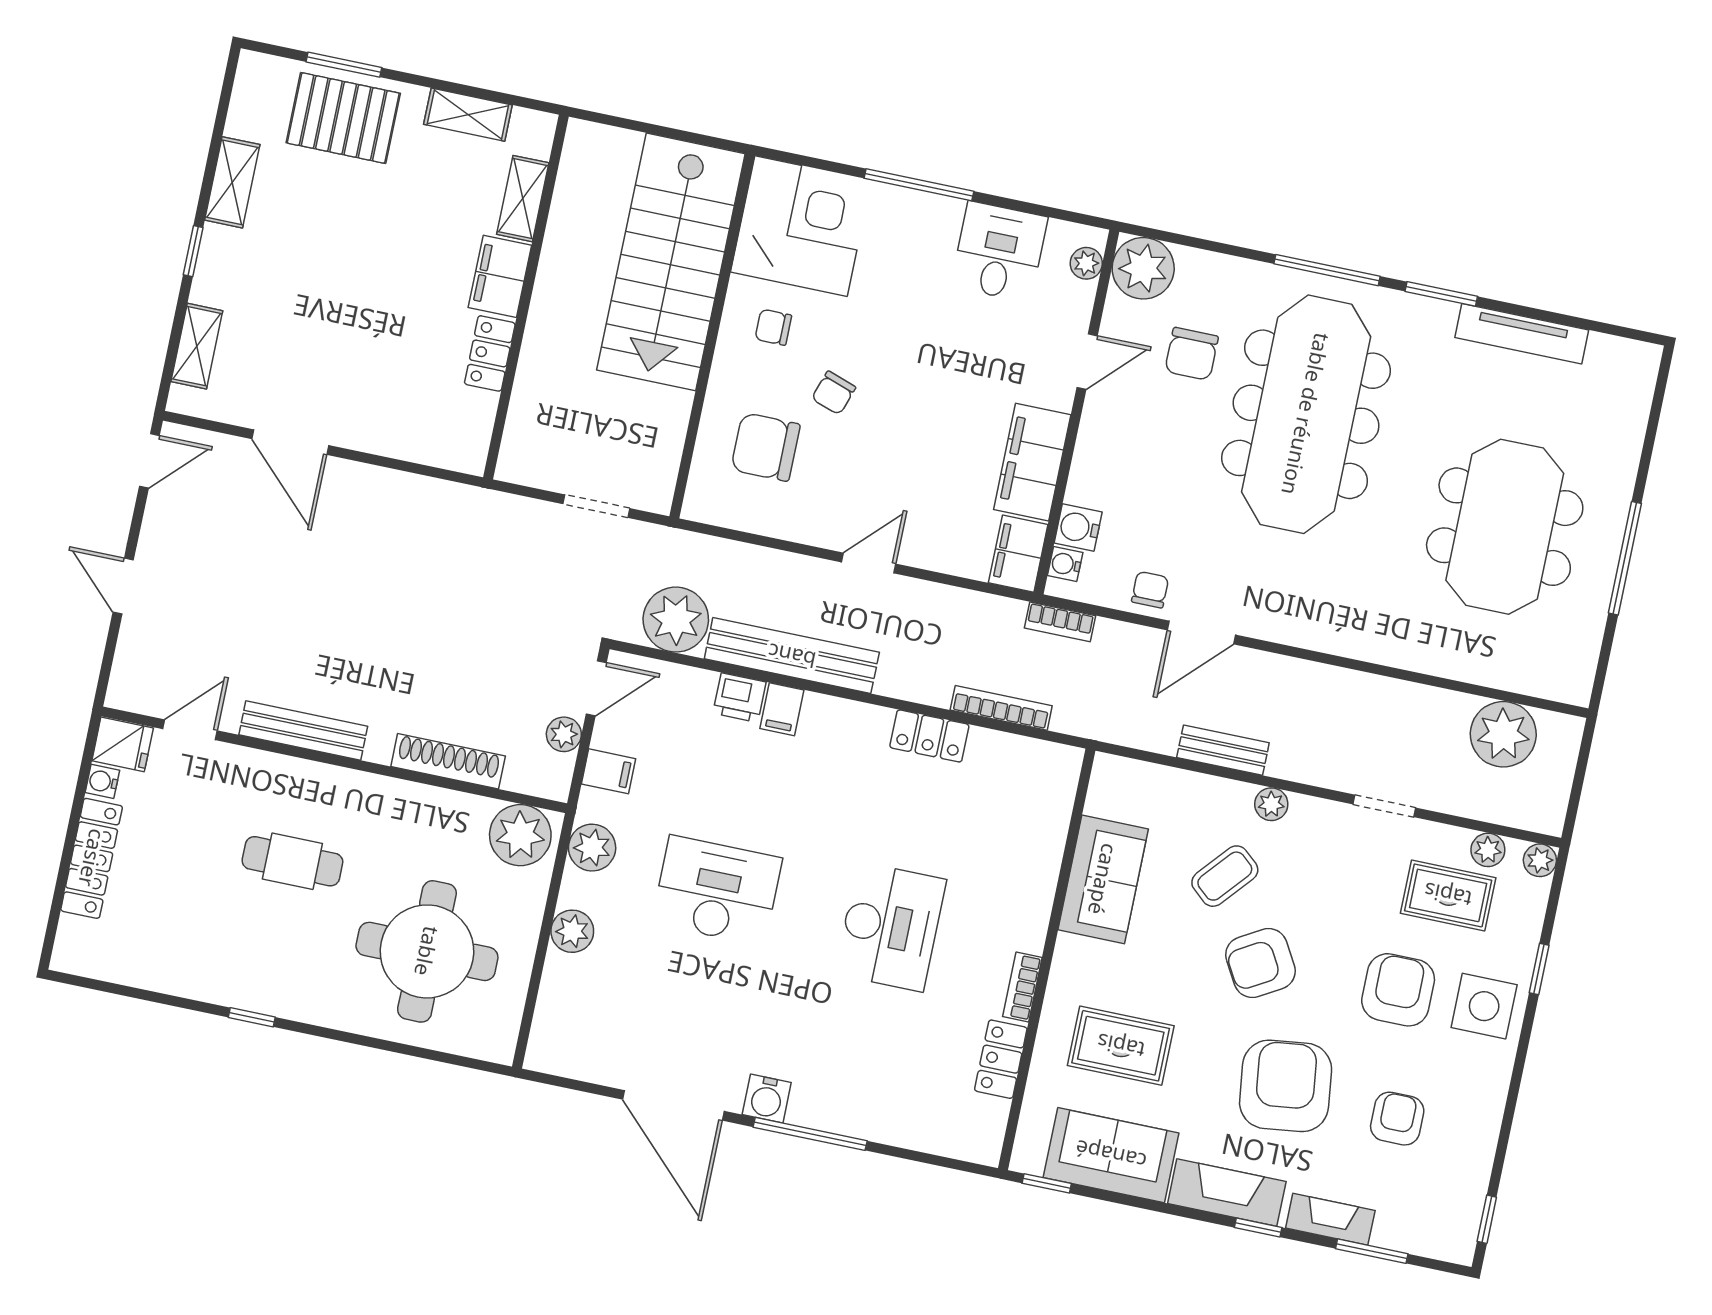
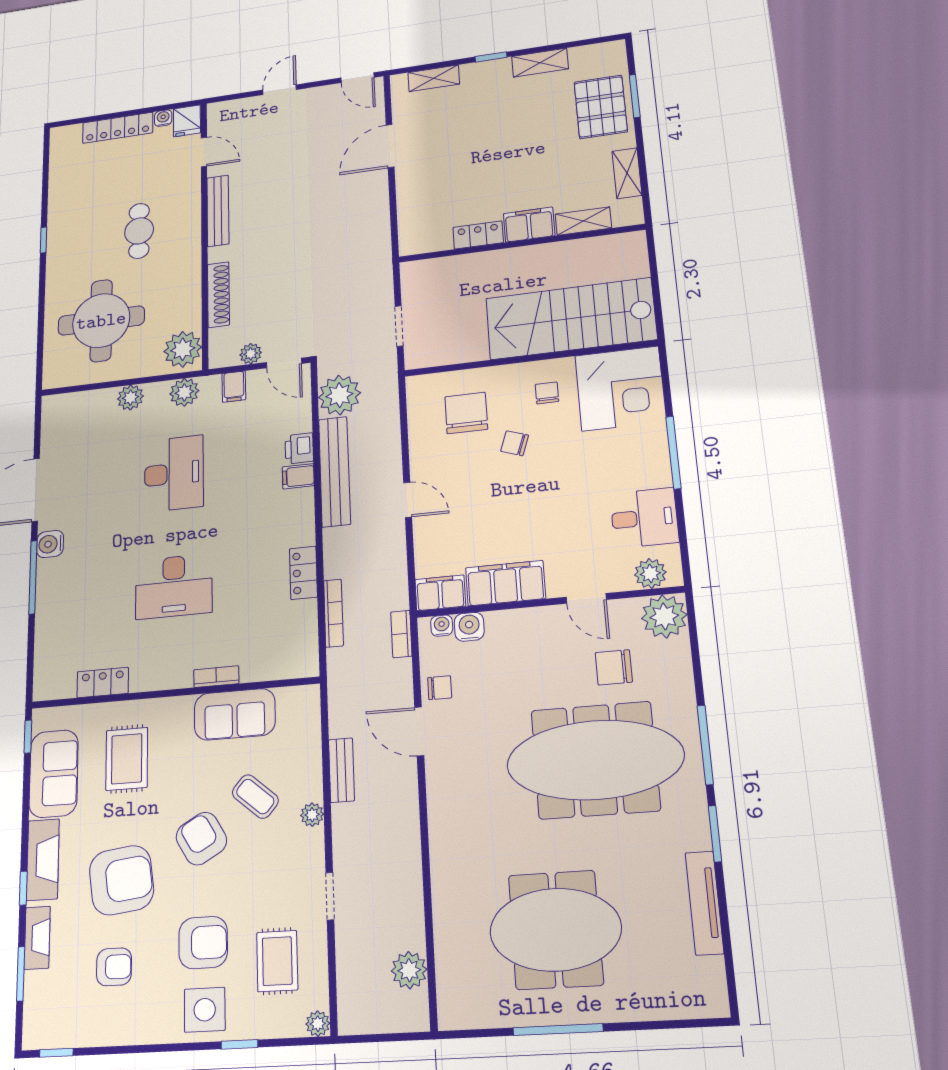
plant: (1086, 263) -> (650, 574), width x1.38, depth x1.38
plant: (1503, 734) -> (409, 970), width x0.73, depth x0.73
plant: (1488, 850) -> (316, 982), removed
bookcase: (1022, 987) -> (216, 677), moved

